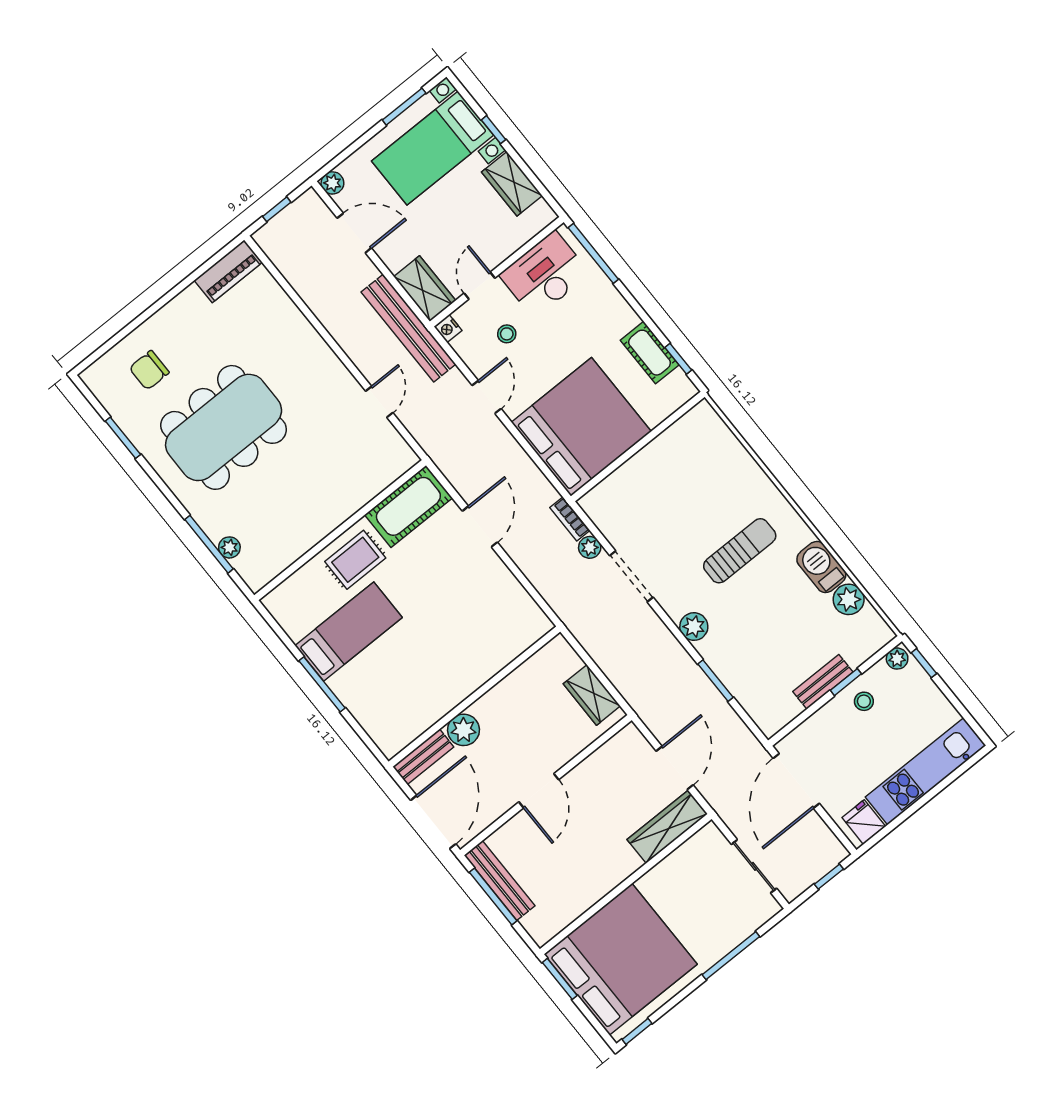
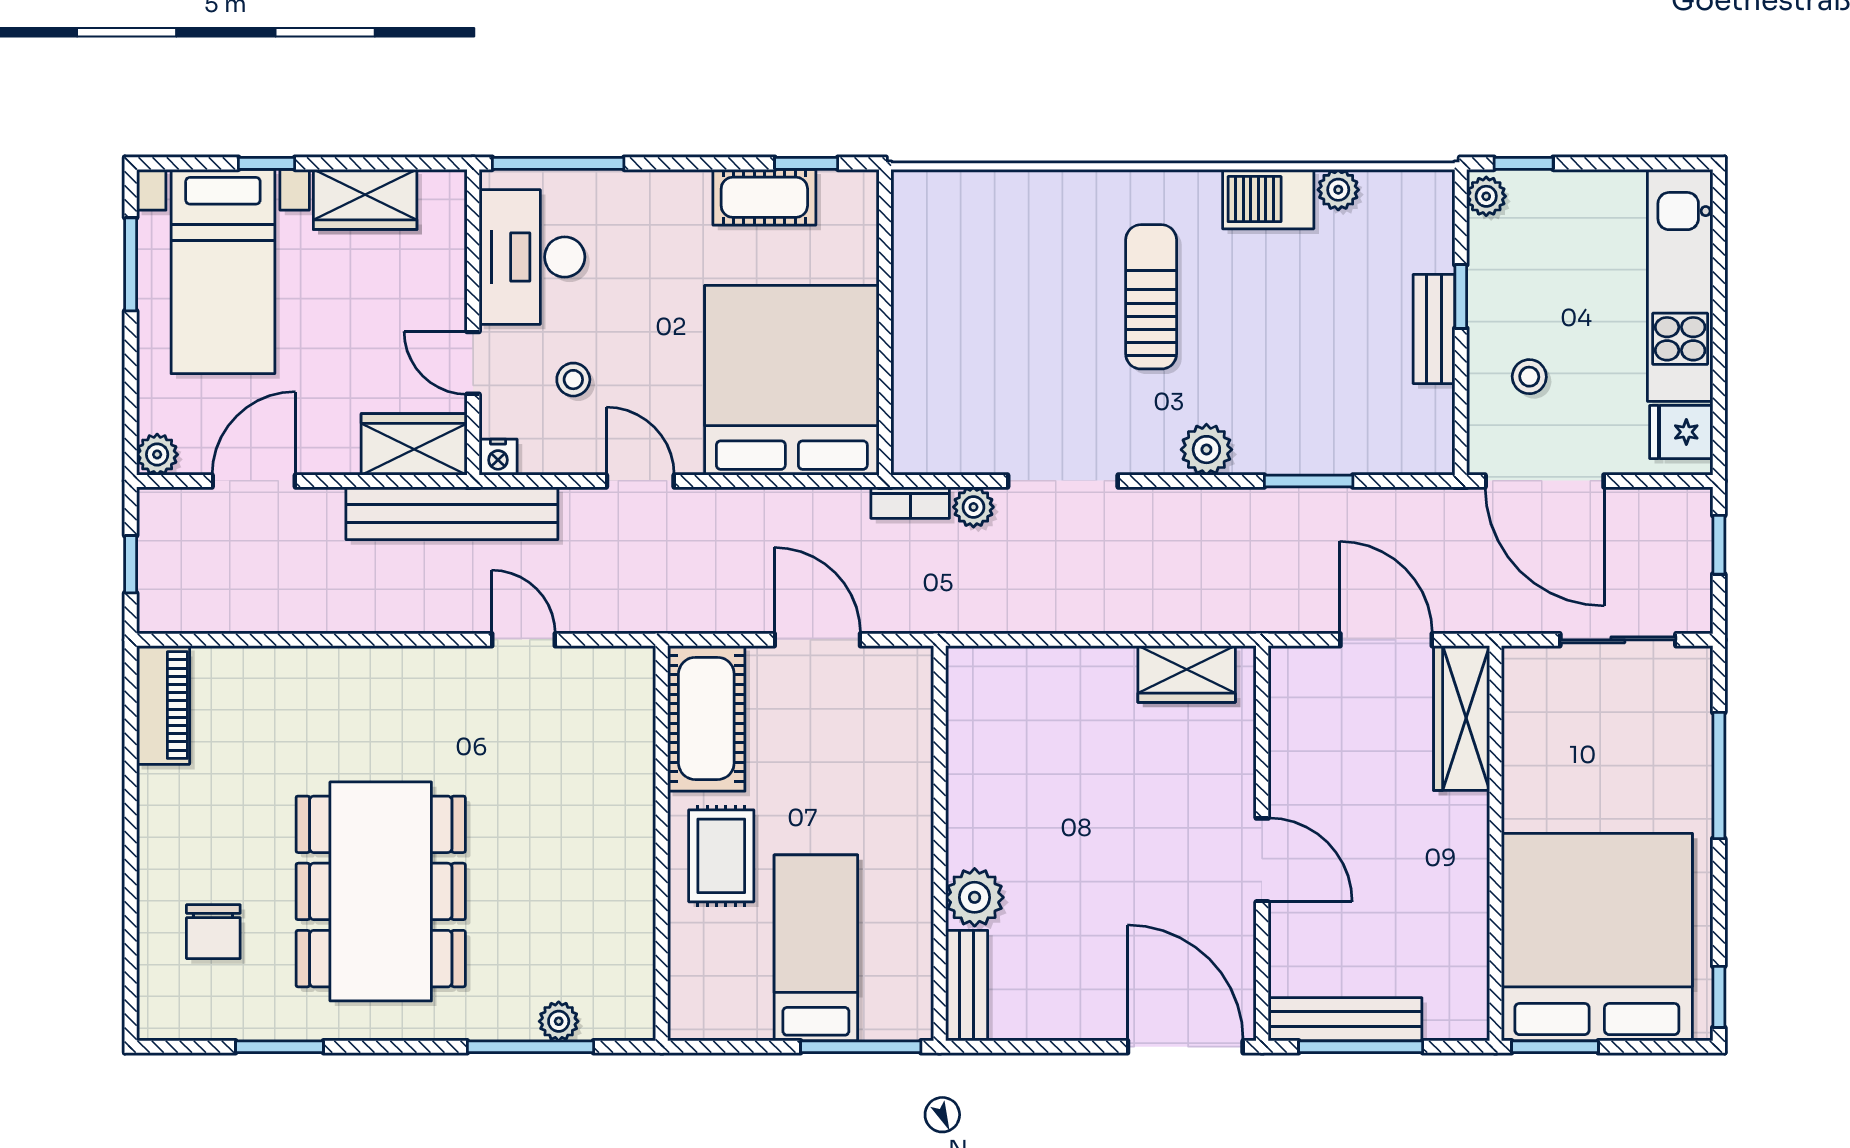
plant: (849, 599) -> (1338, 190), width x0.73, depth x0.73
wall: (474, 697) -> (940, 843), moved
stool: (864, 701) -> (1529, 377), moved
plant: (463, 730) -> (975, 897), moved
bench: (423, 757) -> (967, 986), moved

